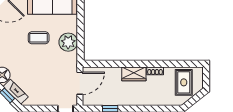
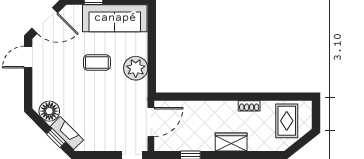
wardrobe: (134, 74) -> (231, 142), moved, turned 180

